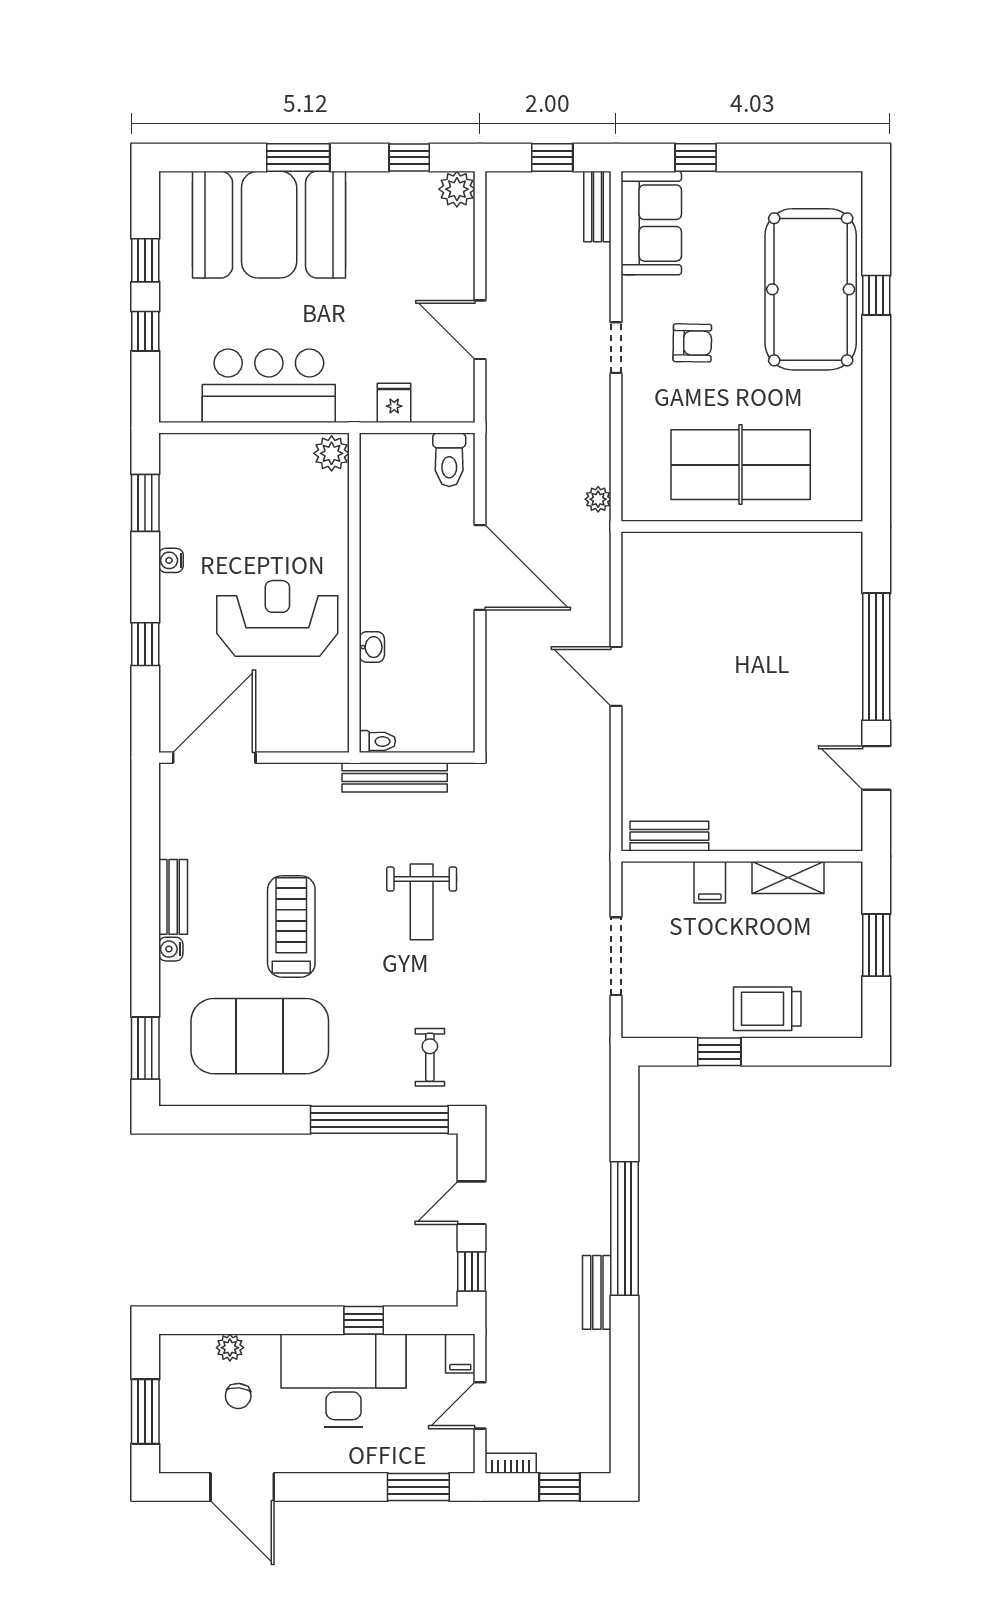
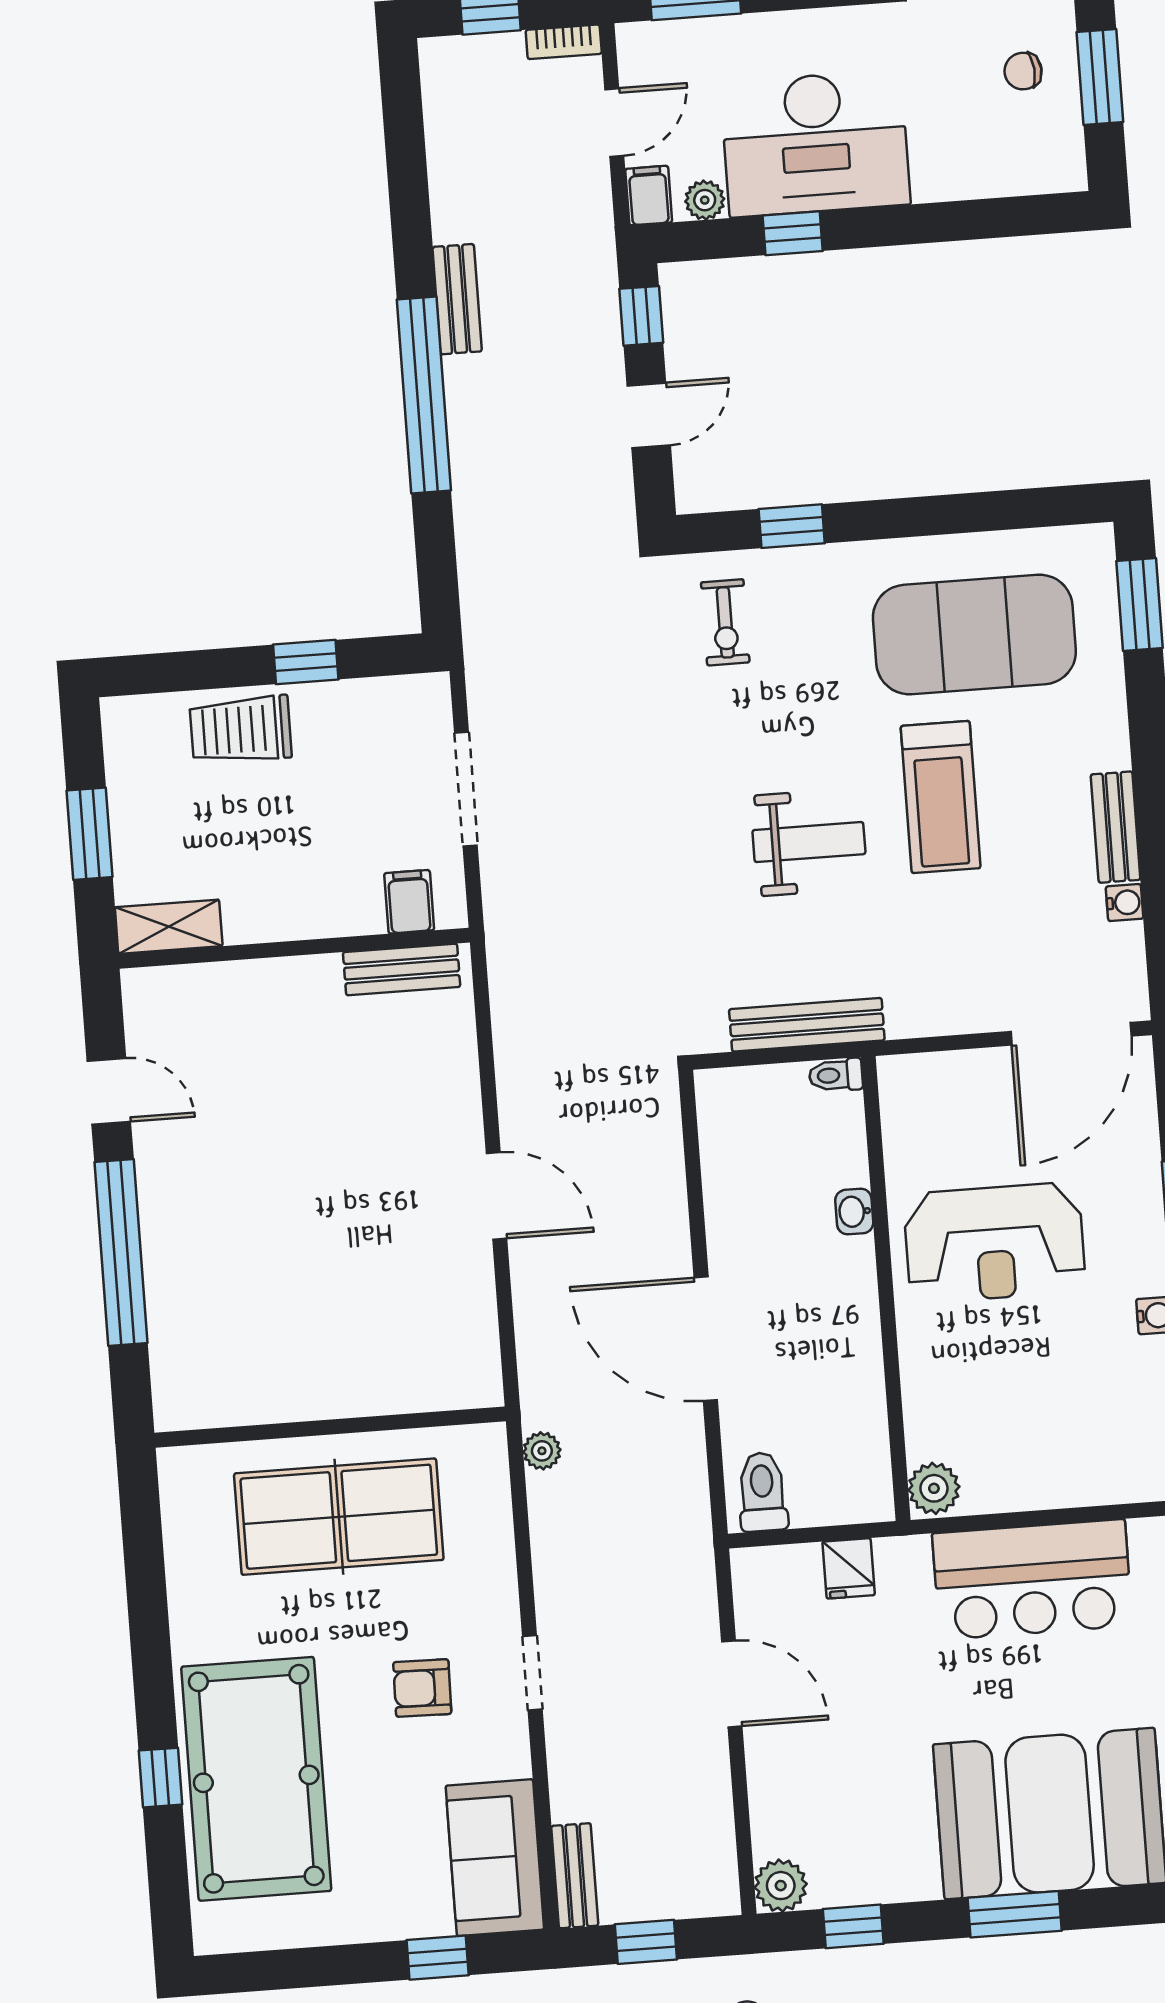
shelving: (788, 877) -> (169, 927), moved
filing cabinet: (710, 882) -> (409, 902), moved
weight bench: (422, 902) -> (809, 842), moved, turned 90
water cooler: (171, 949) -> (1125, 903), moved
trolley: (767, 1009) -> (241, 730), turned 180
window: (379, 1120) -> (792, 526), width x0.32
plant: (230, 1348) -> (705, 200), moved
chair: (238, 1396) -> (1023, 71), moved, turned -100

